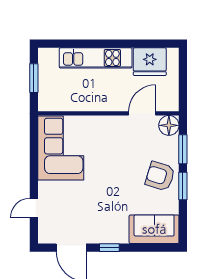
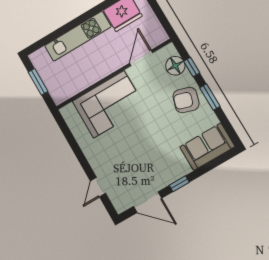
floor lamp: (169, 125) -> (175, 66), moved
corner sofa: (61, 148) -> (109, 104), moved, turned 90
window: (183, 149) -> (192, 67), width x0.67

